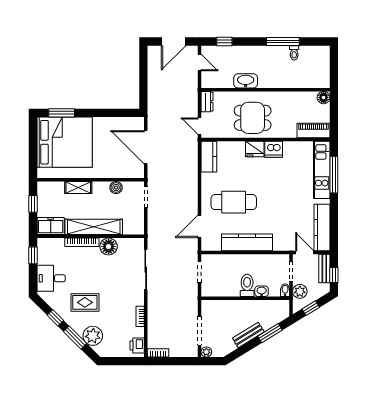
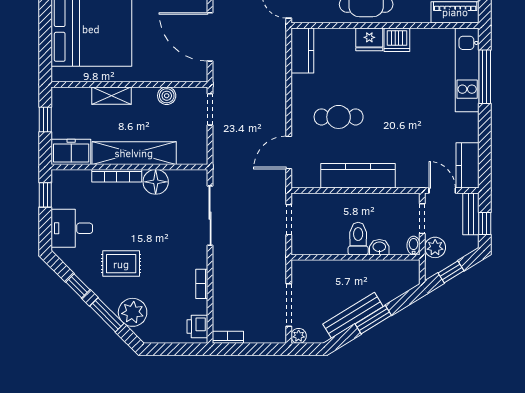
cafe table: (234, 202) -> (339, 117), width x0.73, depth x0.74
kitchen counter: (322, 227) -> (468, 165), width x0.67
window: (270, 333) -> (373, 320), moved
bench: (248, 335) -> (353, 315), width x1.36

